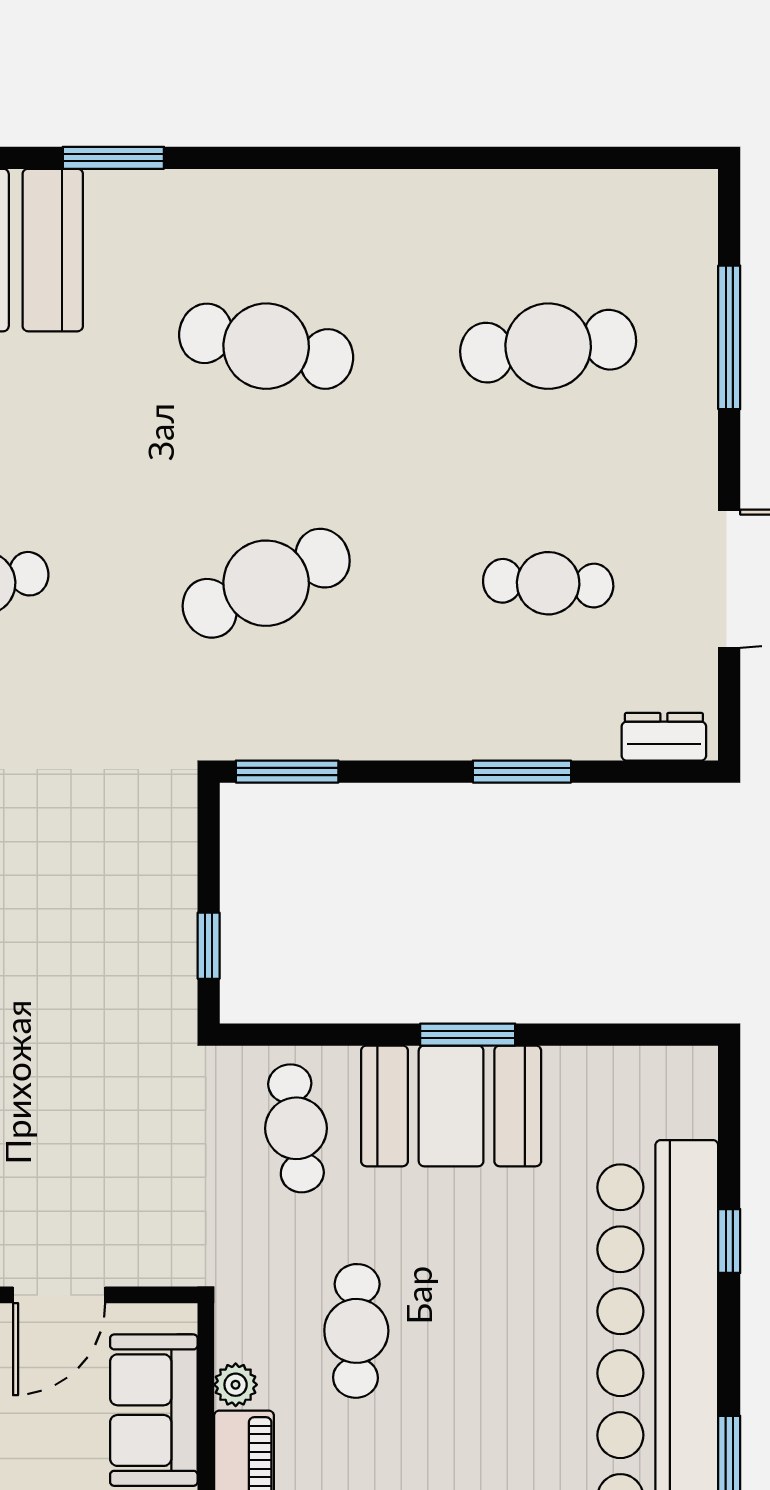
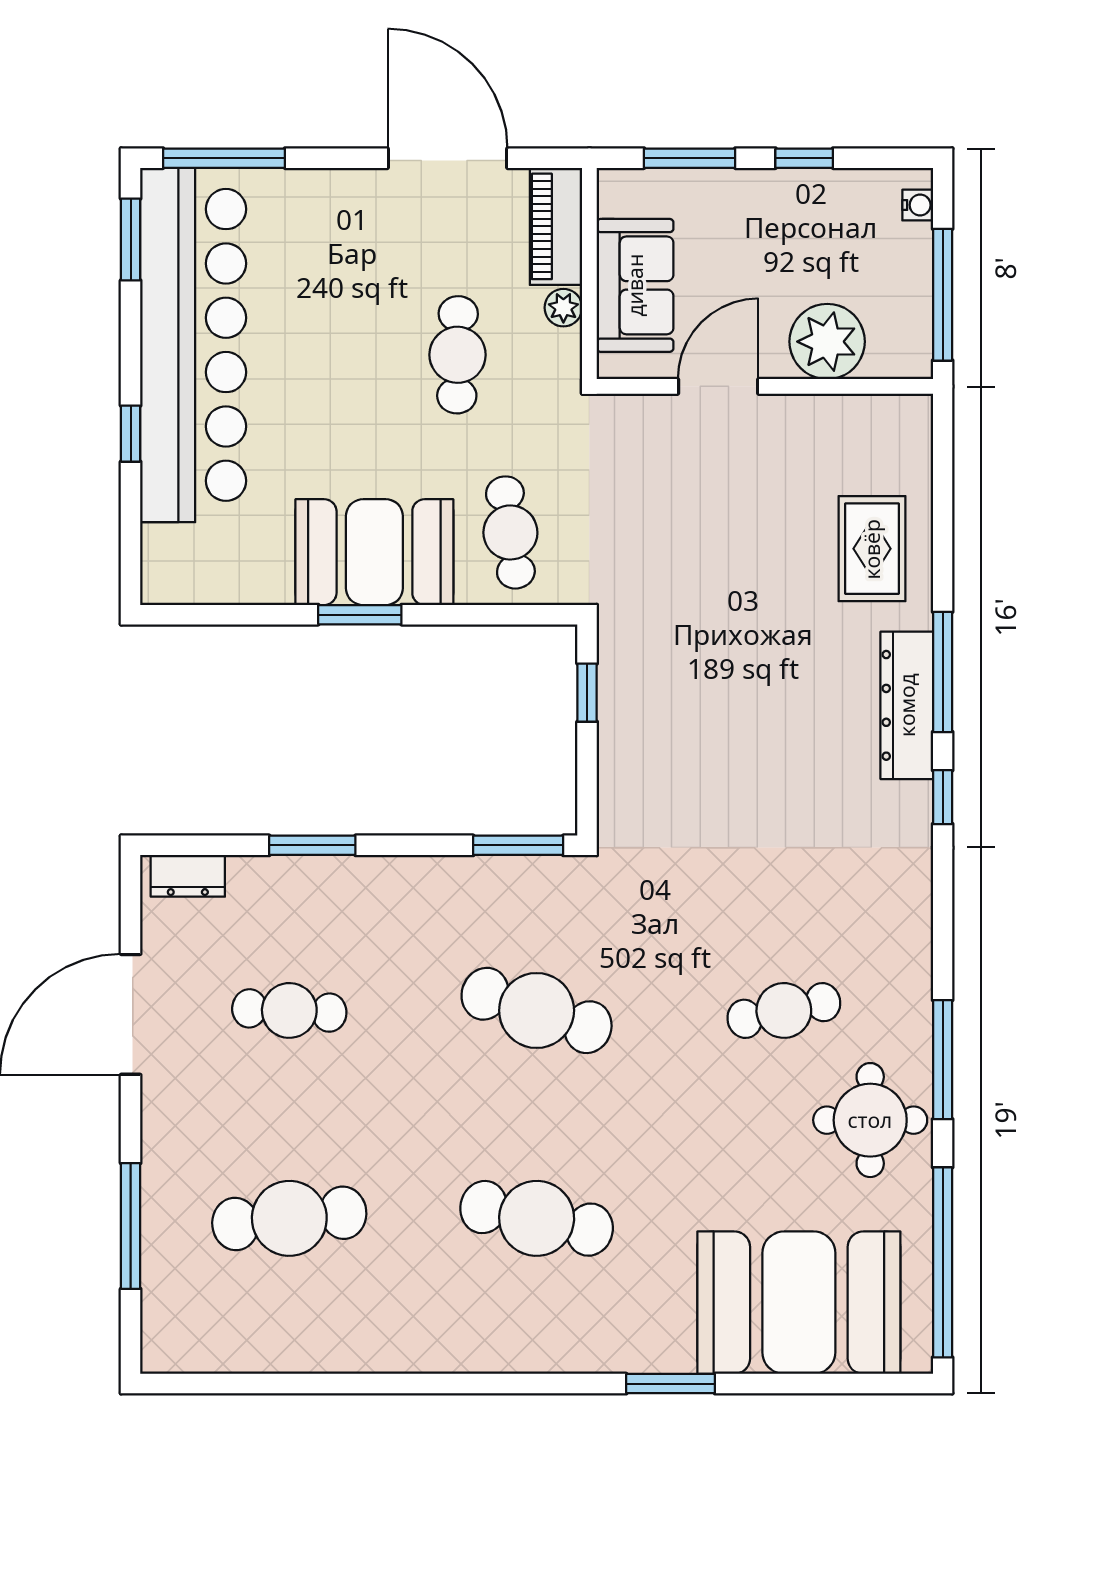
cafe table: (266, 583) -> (537, 1010), turned 42

